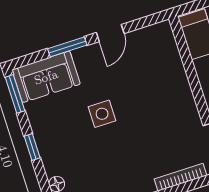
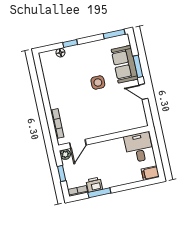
sofa: (46, 77) -> (125, 64), moved
window: (32, 147) -> (70, 43), moved

